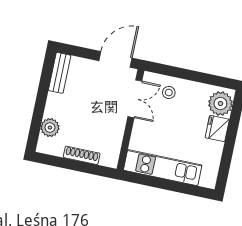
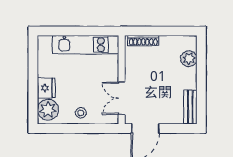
stool: (169, 92) -> (81, 113), moved
shoe rack: (82, 155) -> (143, 41), moved

